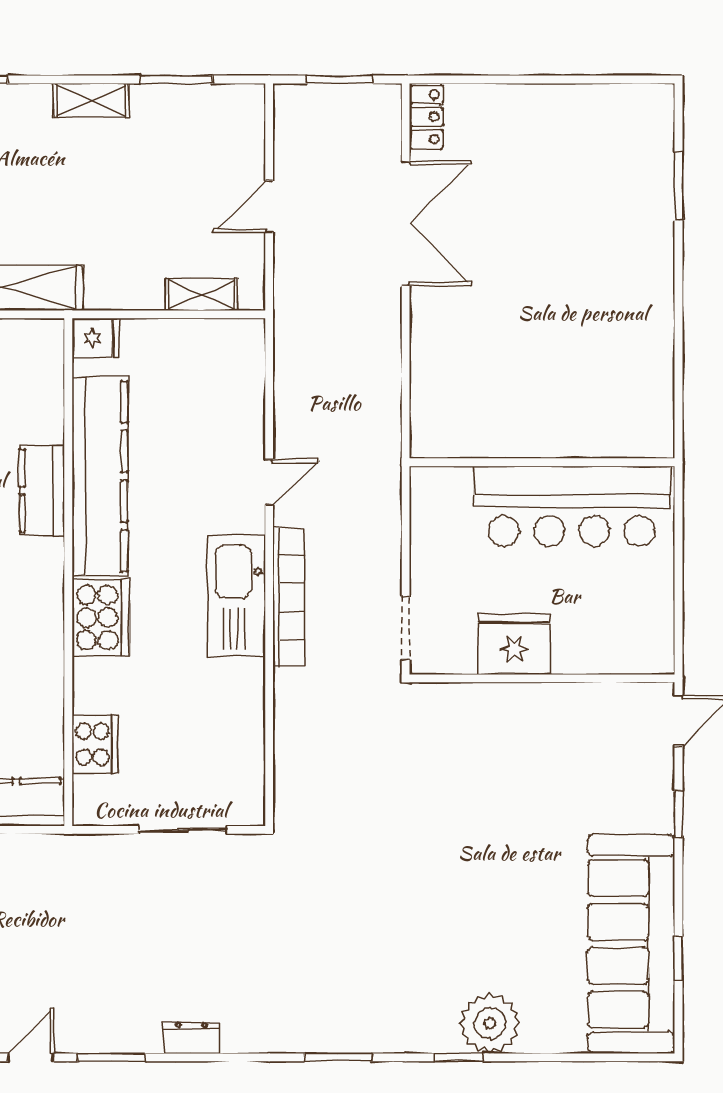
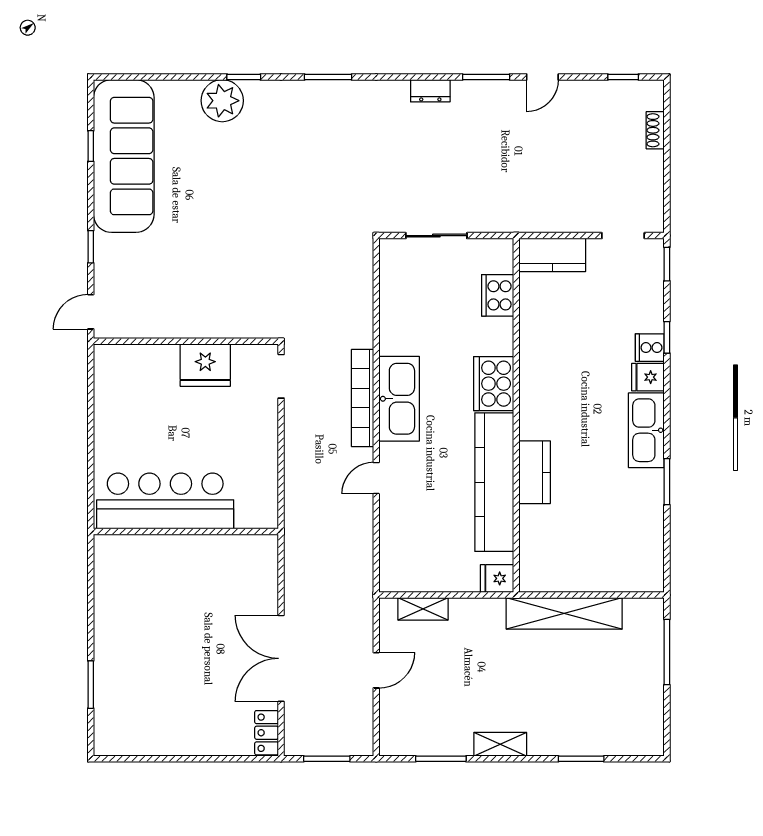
wall: (542, 462) -> (186, 532), moved
bar counter: (572, 506) -> (165, 501), moved

